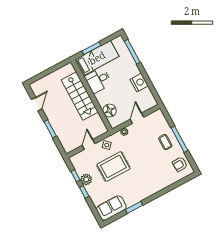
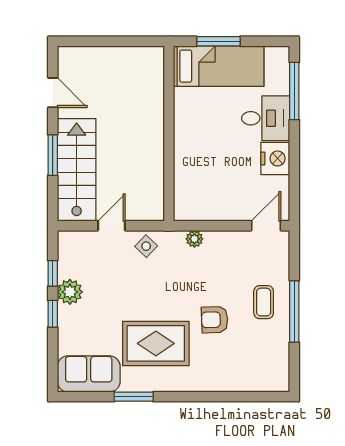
desk: (98, 80) -> (266, 118), moved, turned 180
stairs: (80, 96) -> (77, 170), moved, turned 180
door: (37, 104) -> (53, 93), hinge flipped
floor lamp: (110, 111) -> (188, 182), removed
door: (137, 118) -> (266, 226), moved
armchair: (180, 164) -> (215, 320), moved
rug: (113, 166) -> (156, 343), moved

